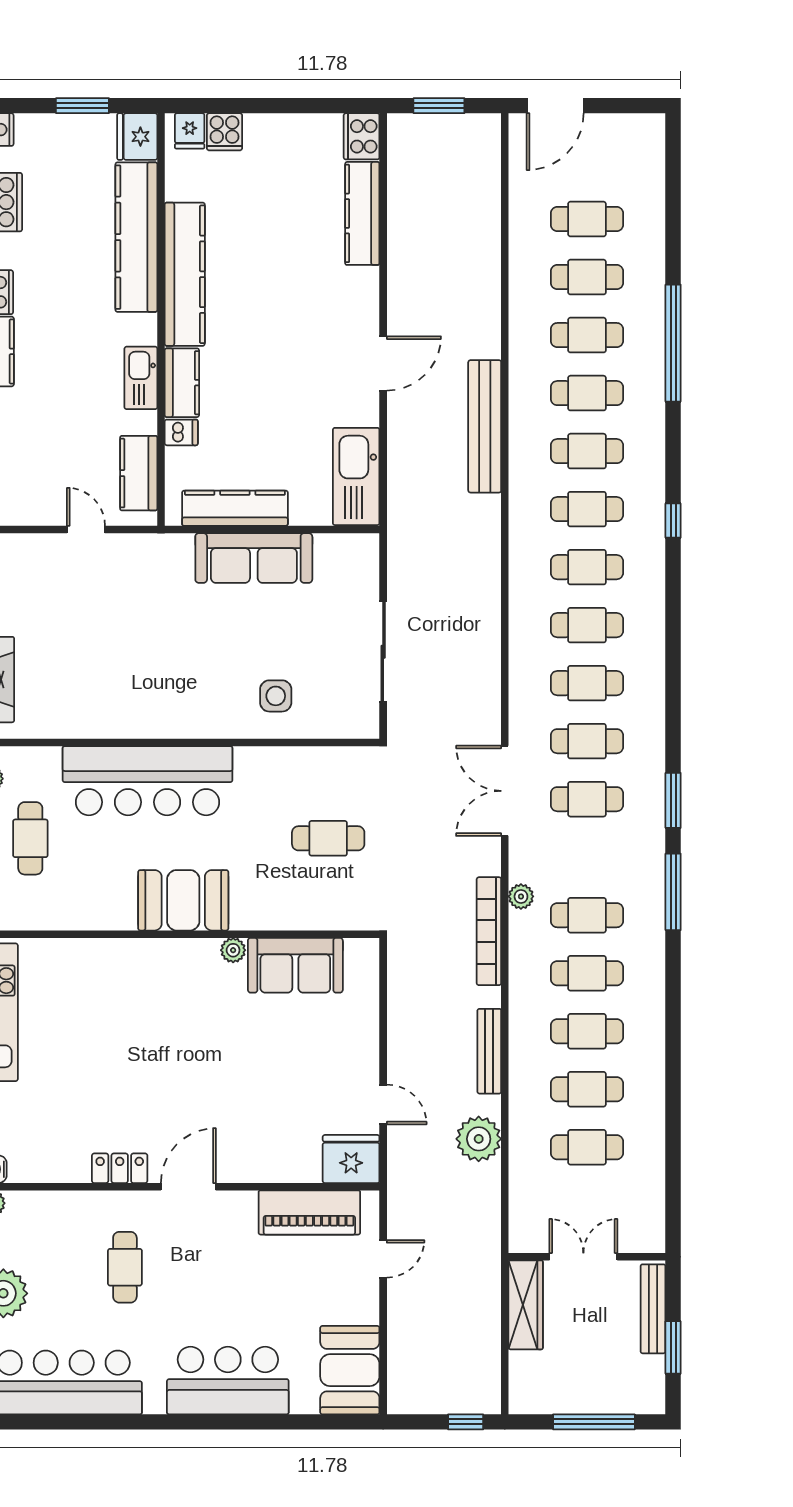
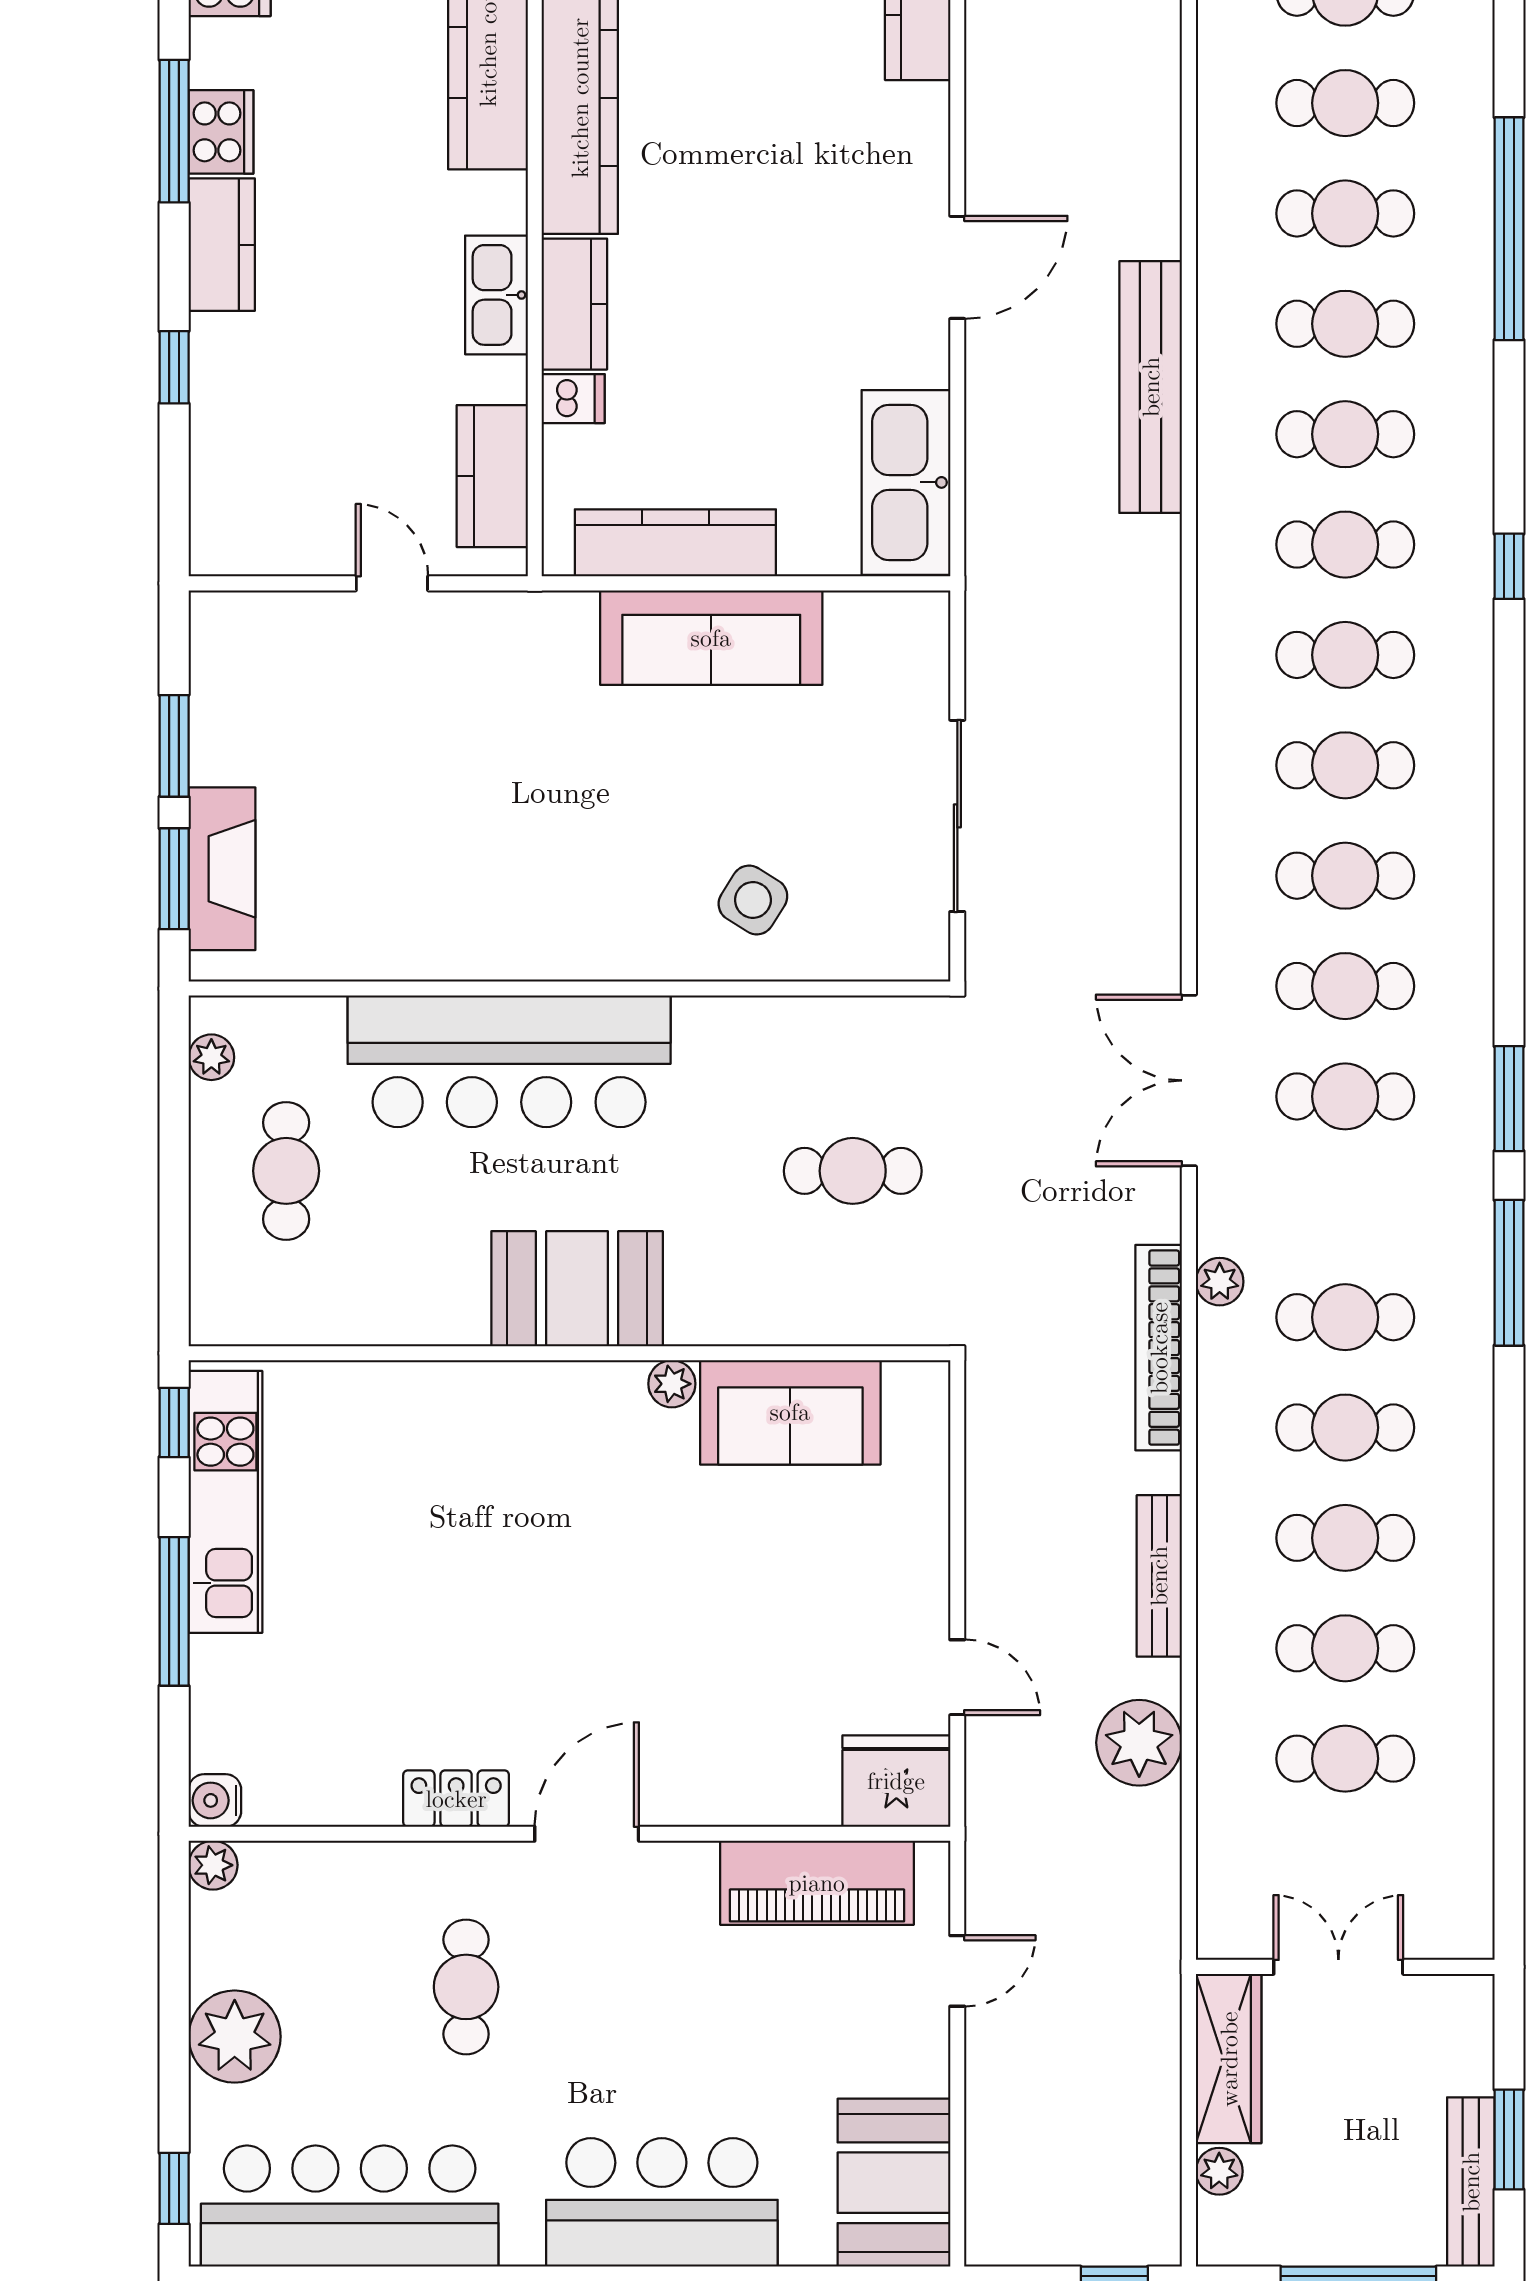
side table: (276, 696) -> (753, 900), turned 32
bench: (653, 1309) -> (1471, 2182), moved
plant: (521, 1364) -> (1219, 2171), added

